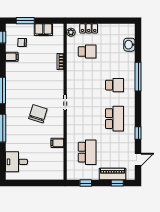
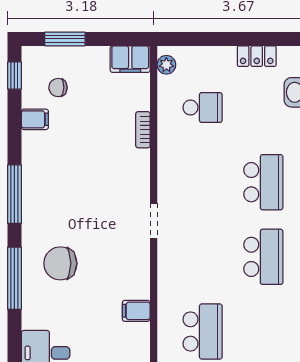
locker: (89, 28) -> (257, 56), moved
filing cabinet: (43, 30) -> (130, 59), moved
school desk: (114, 85) -> (263, 182), width x1.85
chair: (38, 114) -> (60, 263), moved, turned -107

